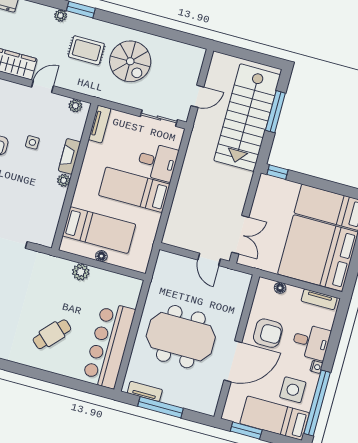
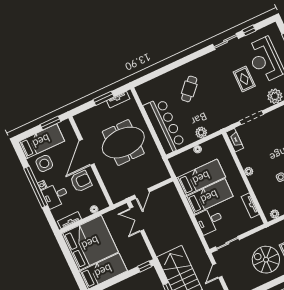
tv unit: (100, 124) -> (250, 205), moved
fireplace: (70, 156) -> (235, 140), moved
bed: (99, 230) -> (201, 178), moved, turned 180
door: (209, 259) -> (142, 193), swing flipped
armchair: (268, 333) -> (81, 181), turned 180
bar counter: (109, 345) -> (164, 126), moved
window: (317, 403) -> (36, 187), moved
window: (160, 407) -> (103, 98), width x0.69

